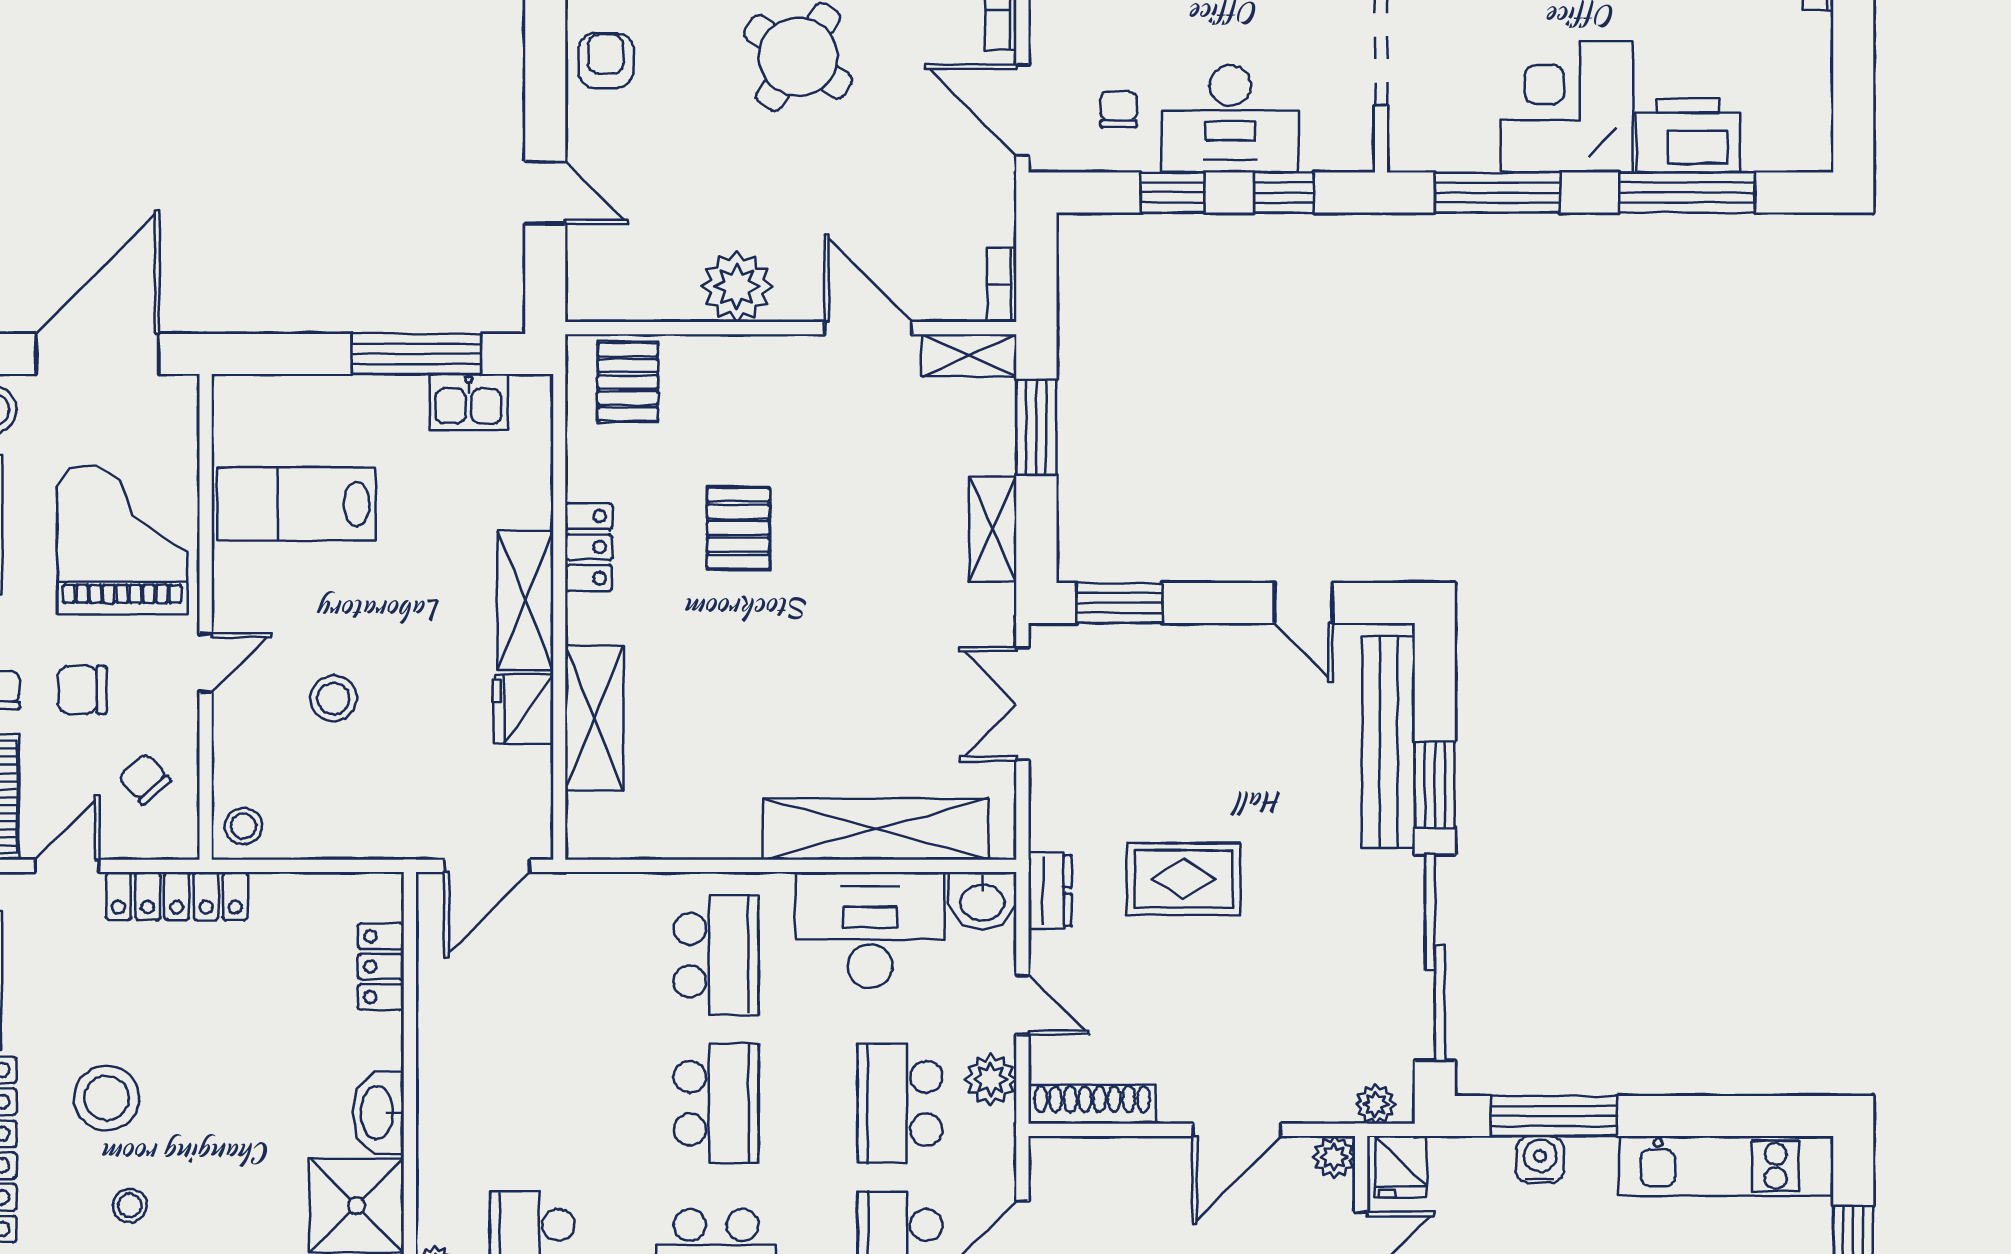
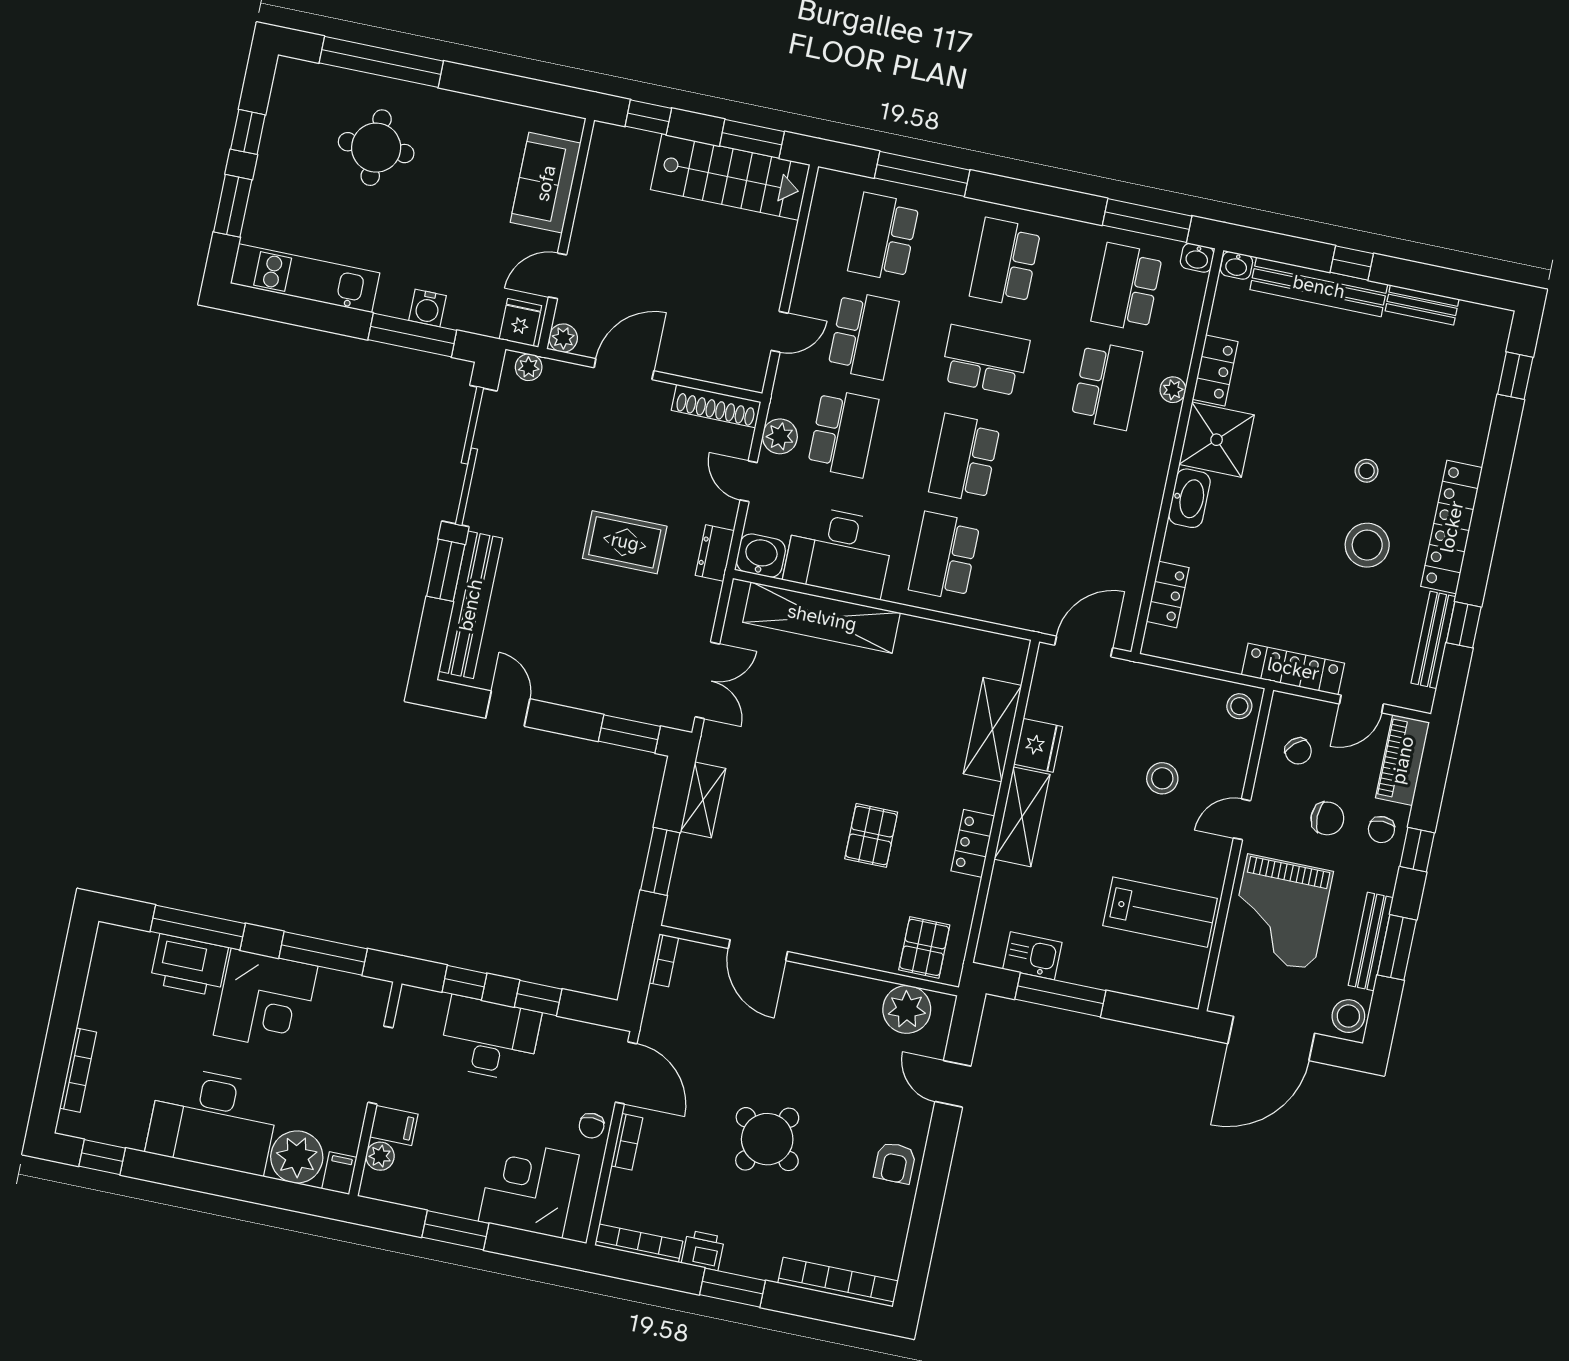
chair: (1119, 109) -> (592, 1126), moved
plant: (737, 287) -> (907, 1009), moved
shelving: (969, 355) -> (695, 918), removed

